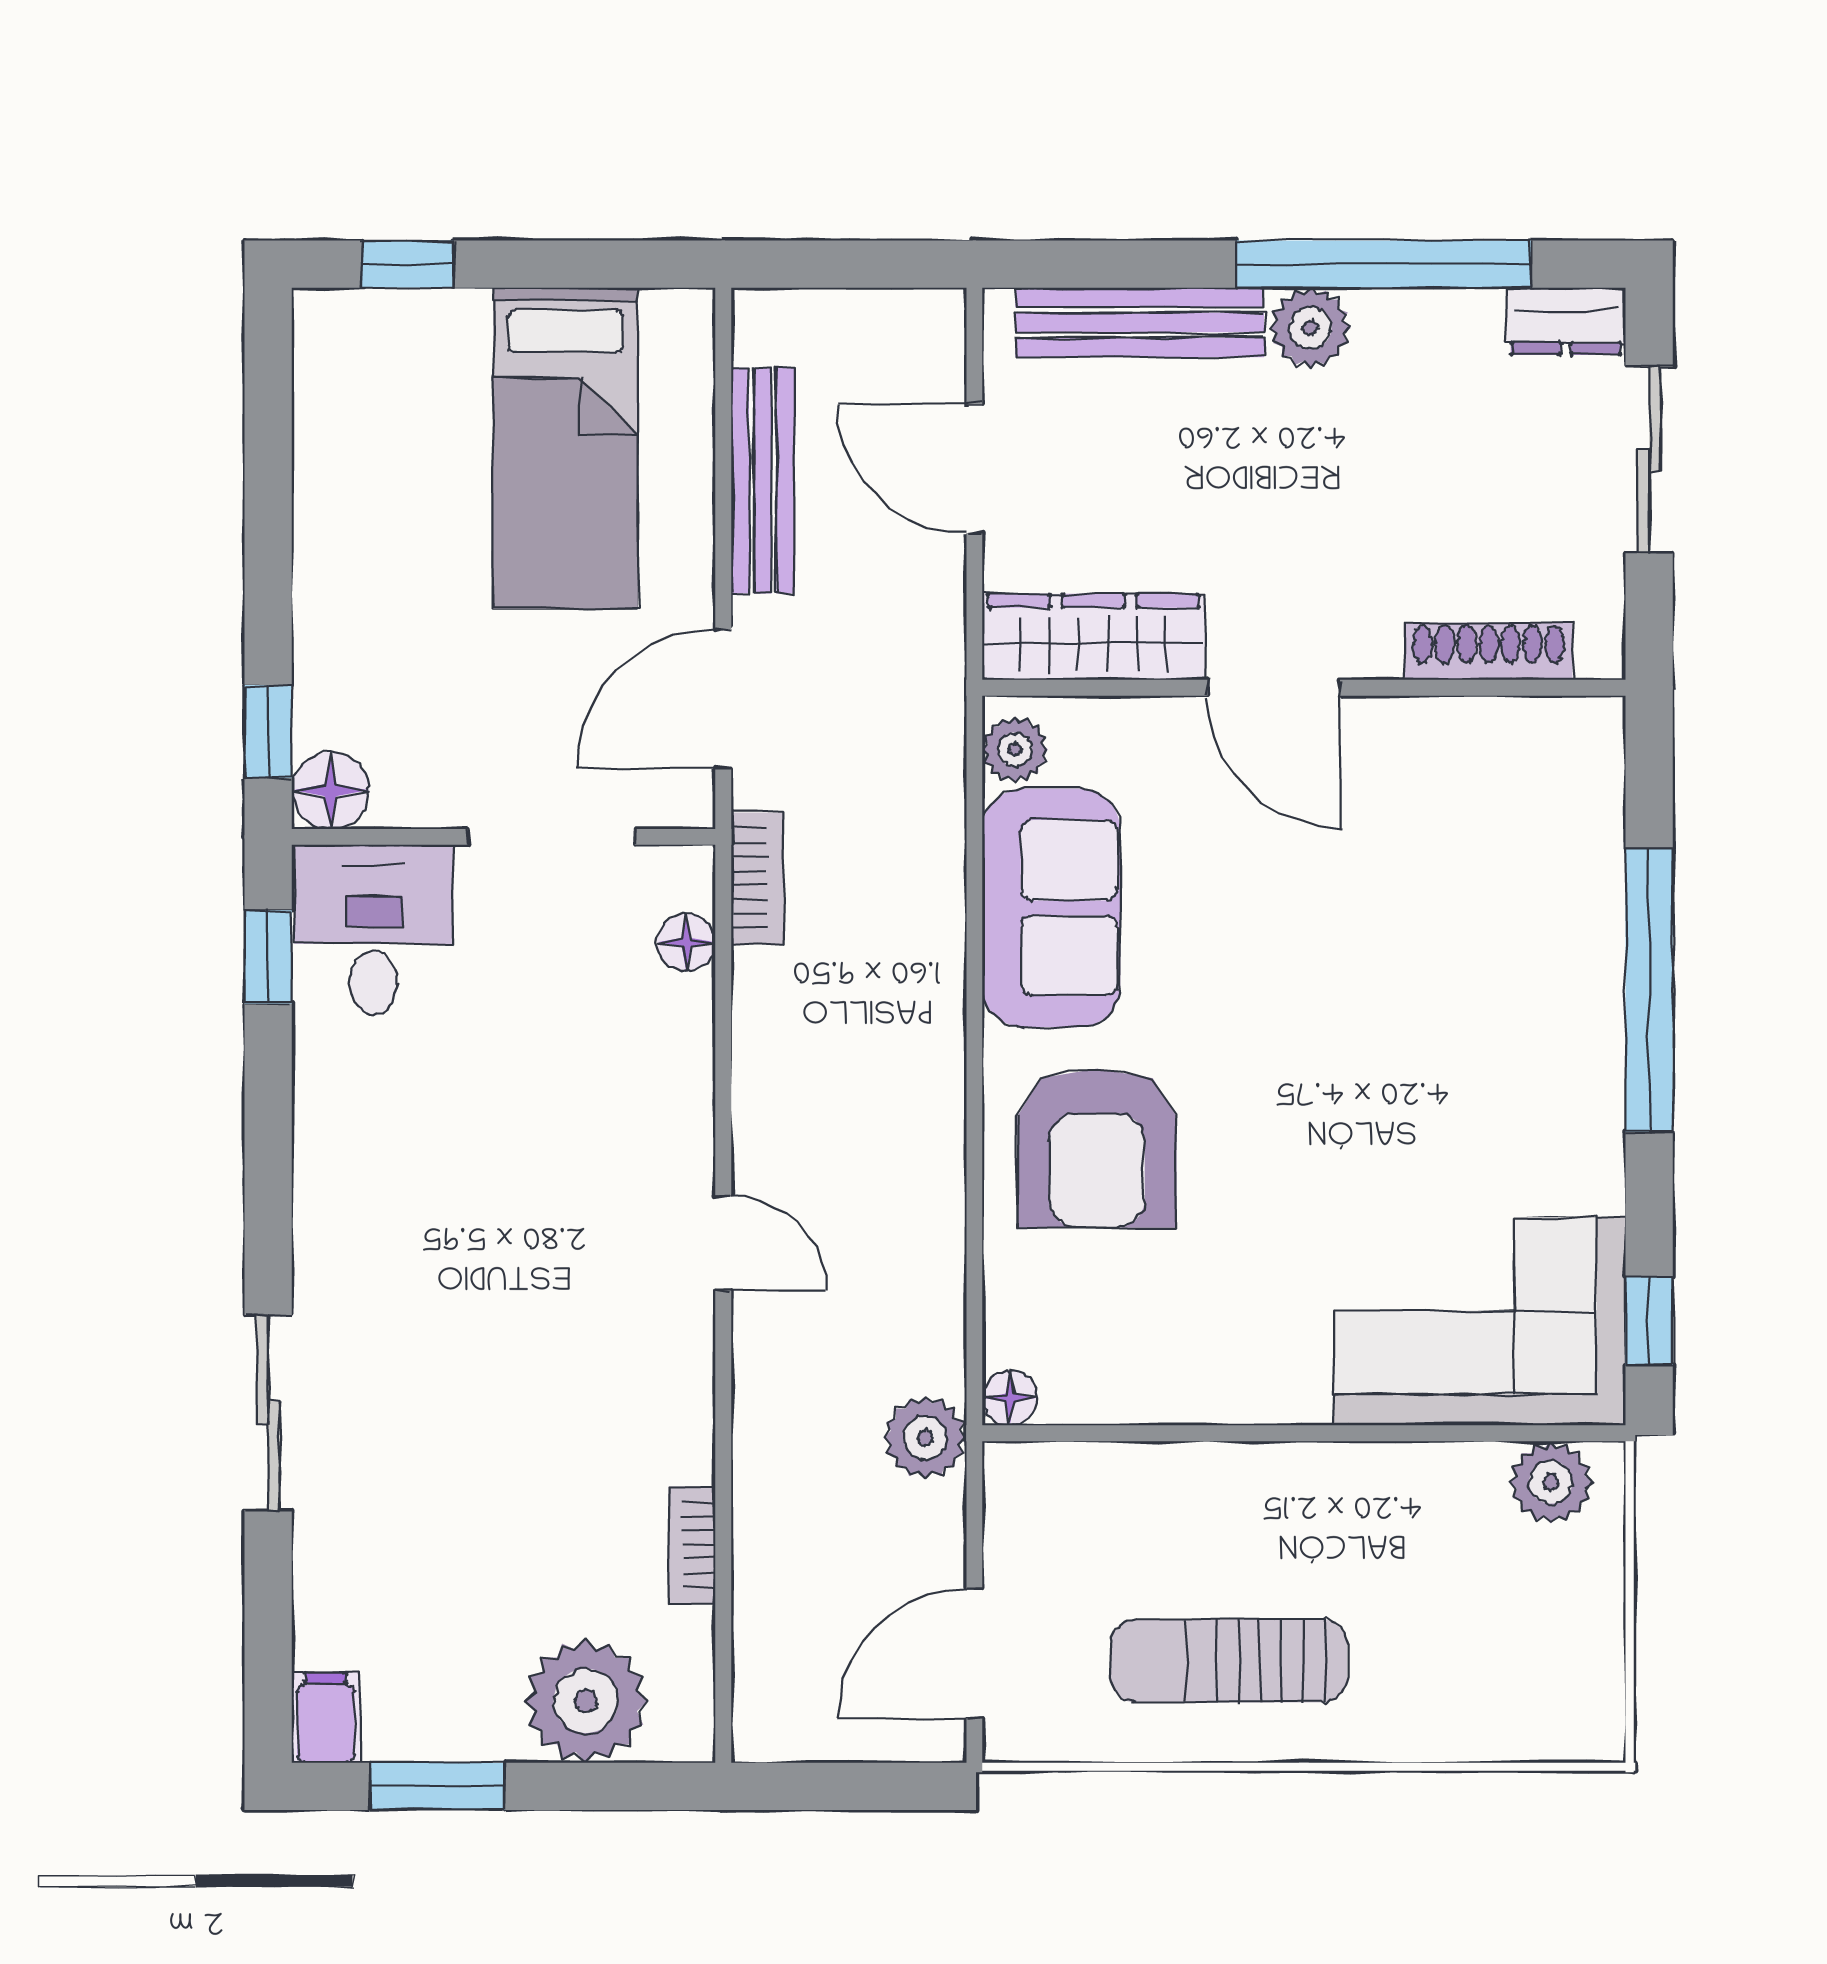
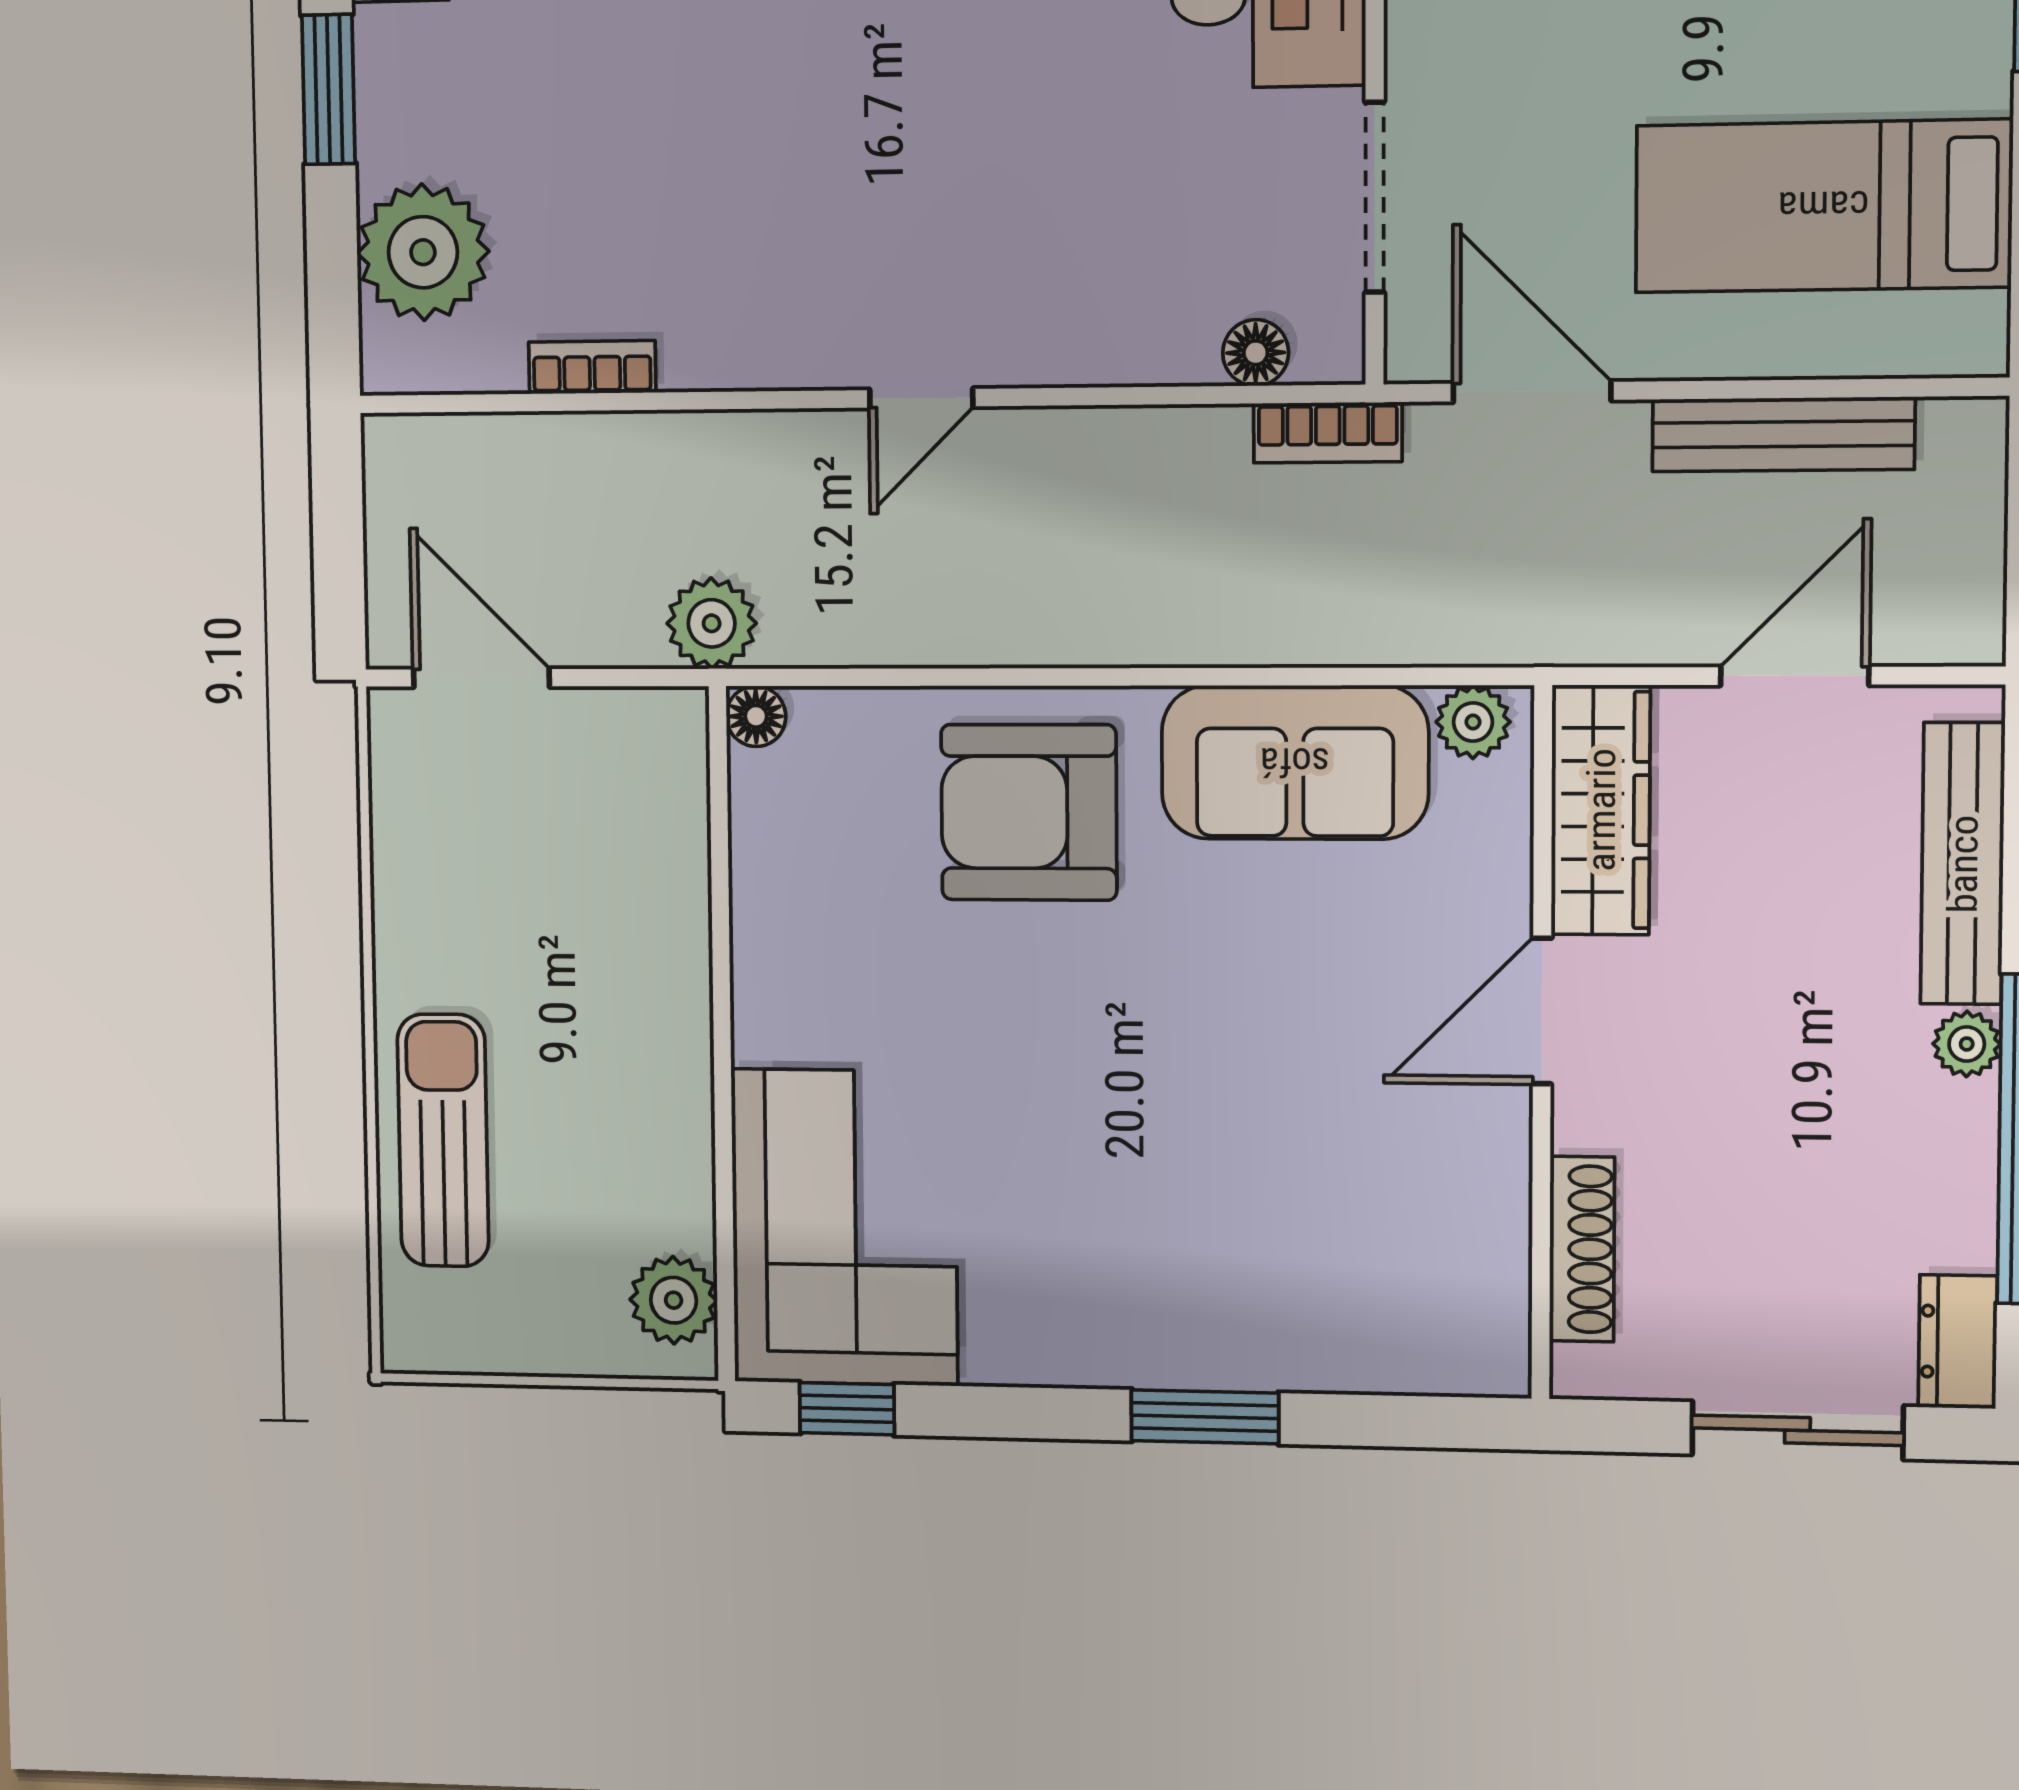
plant: (1310, 328) -> (1967, 1044), width x0.73, depth x0.73
window: (1649, 990) -> (1205, 1417), width x0.47
sun lounger: (1229, 1661) -> (443, 1140), moved

